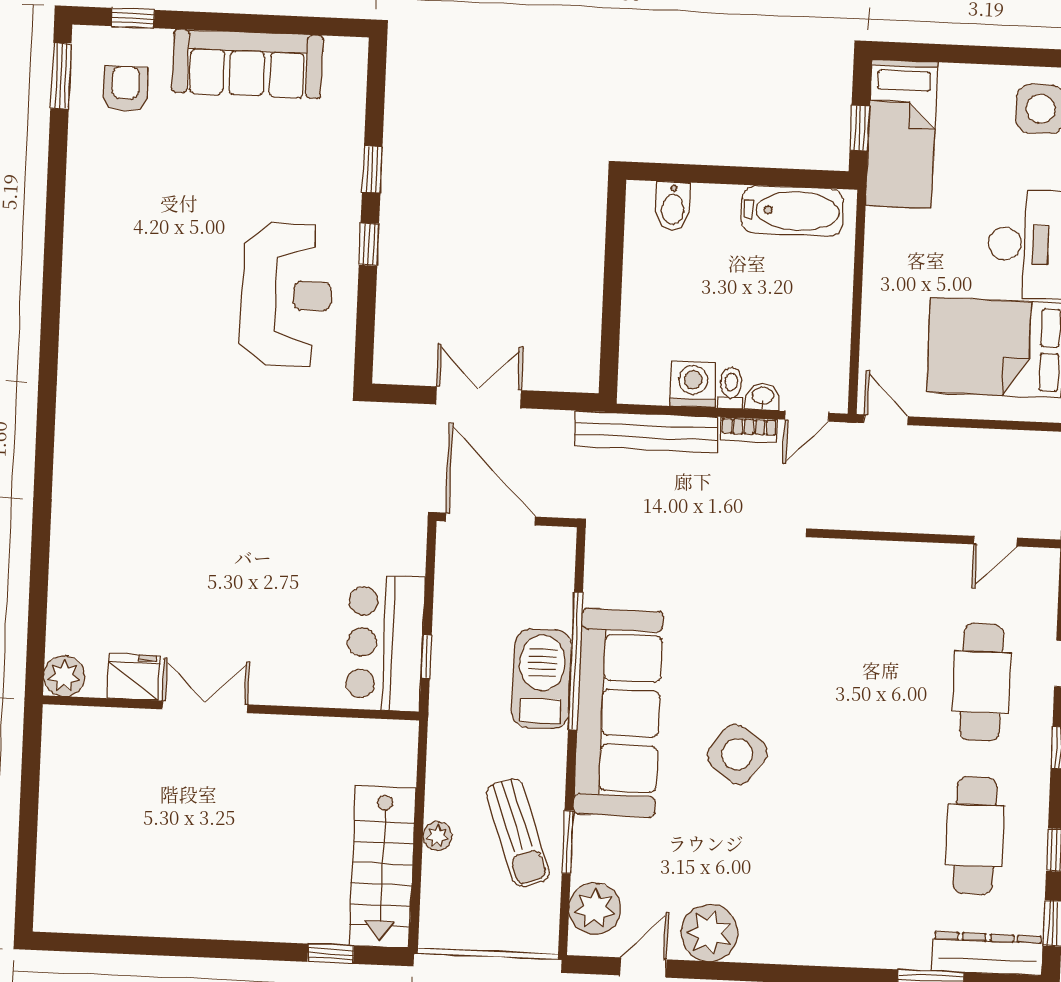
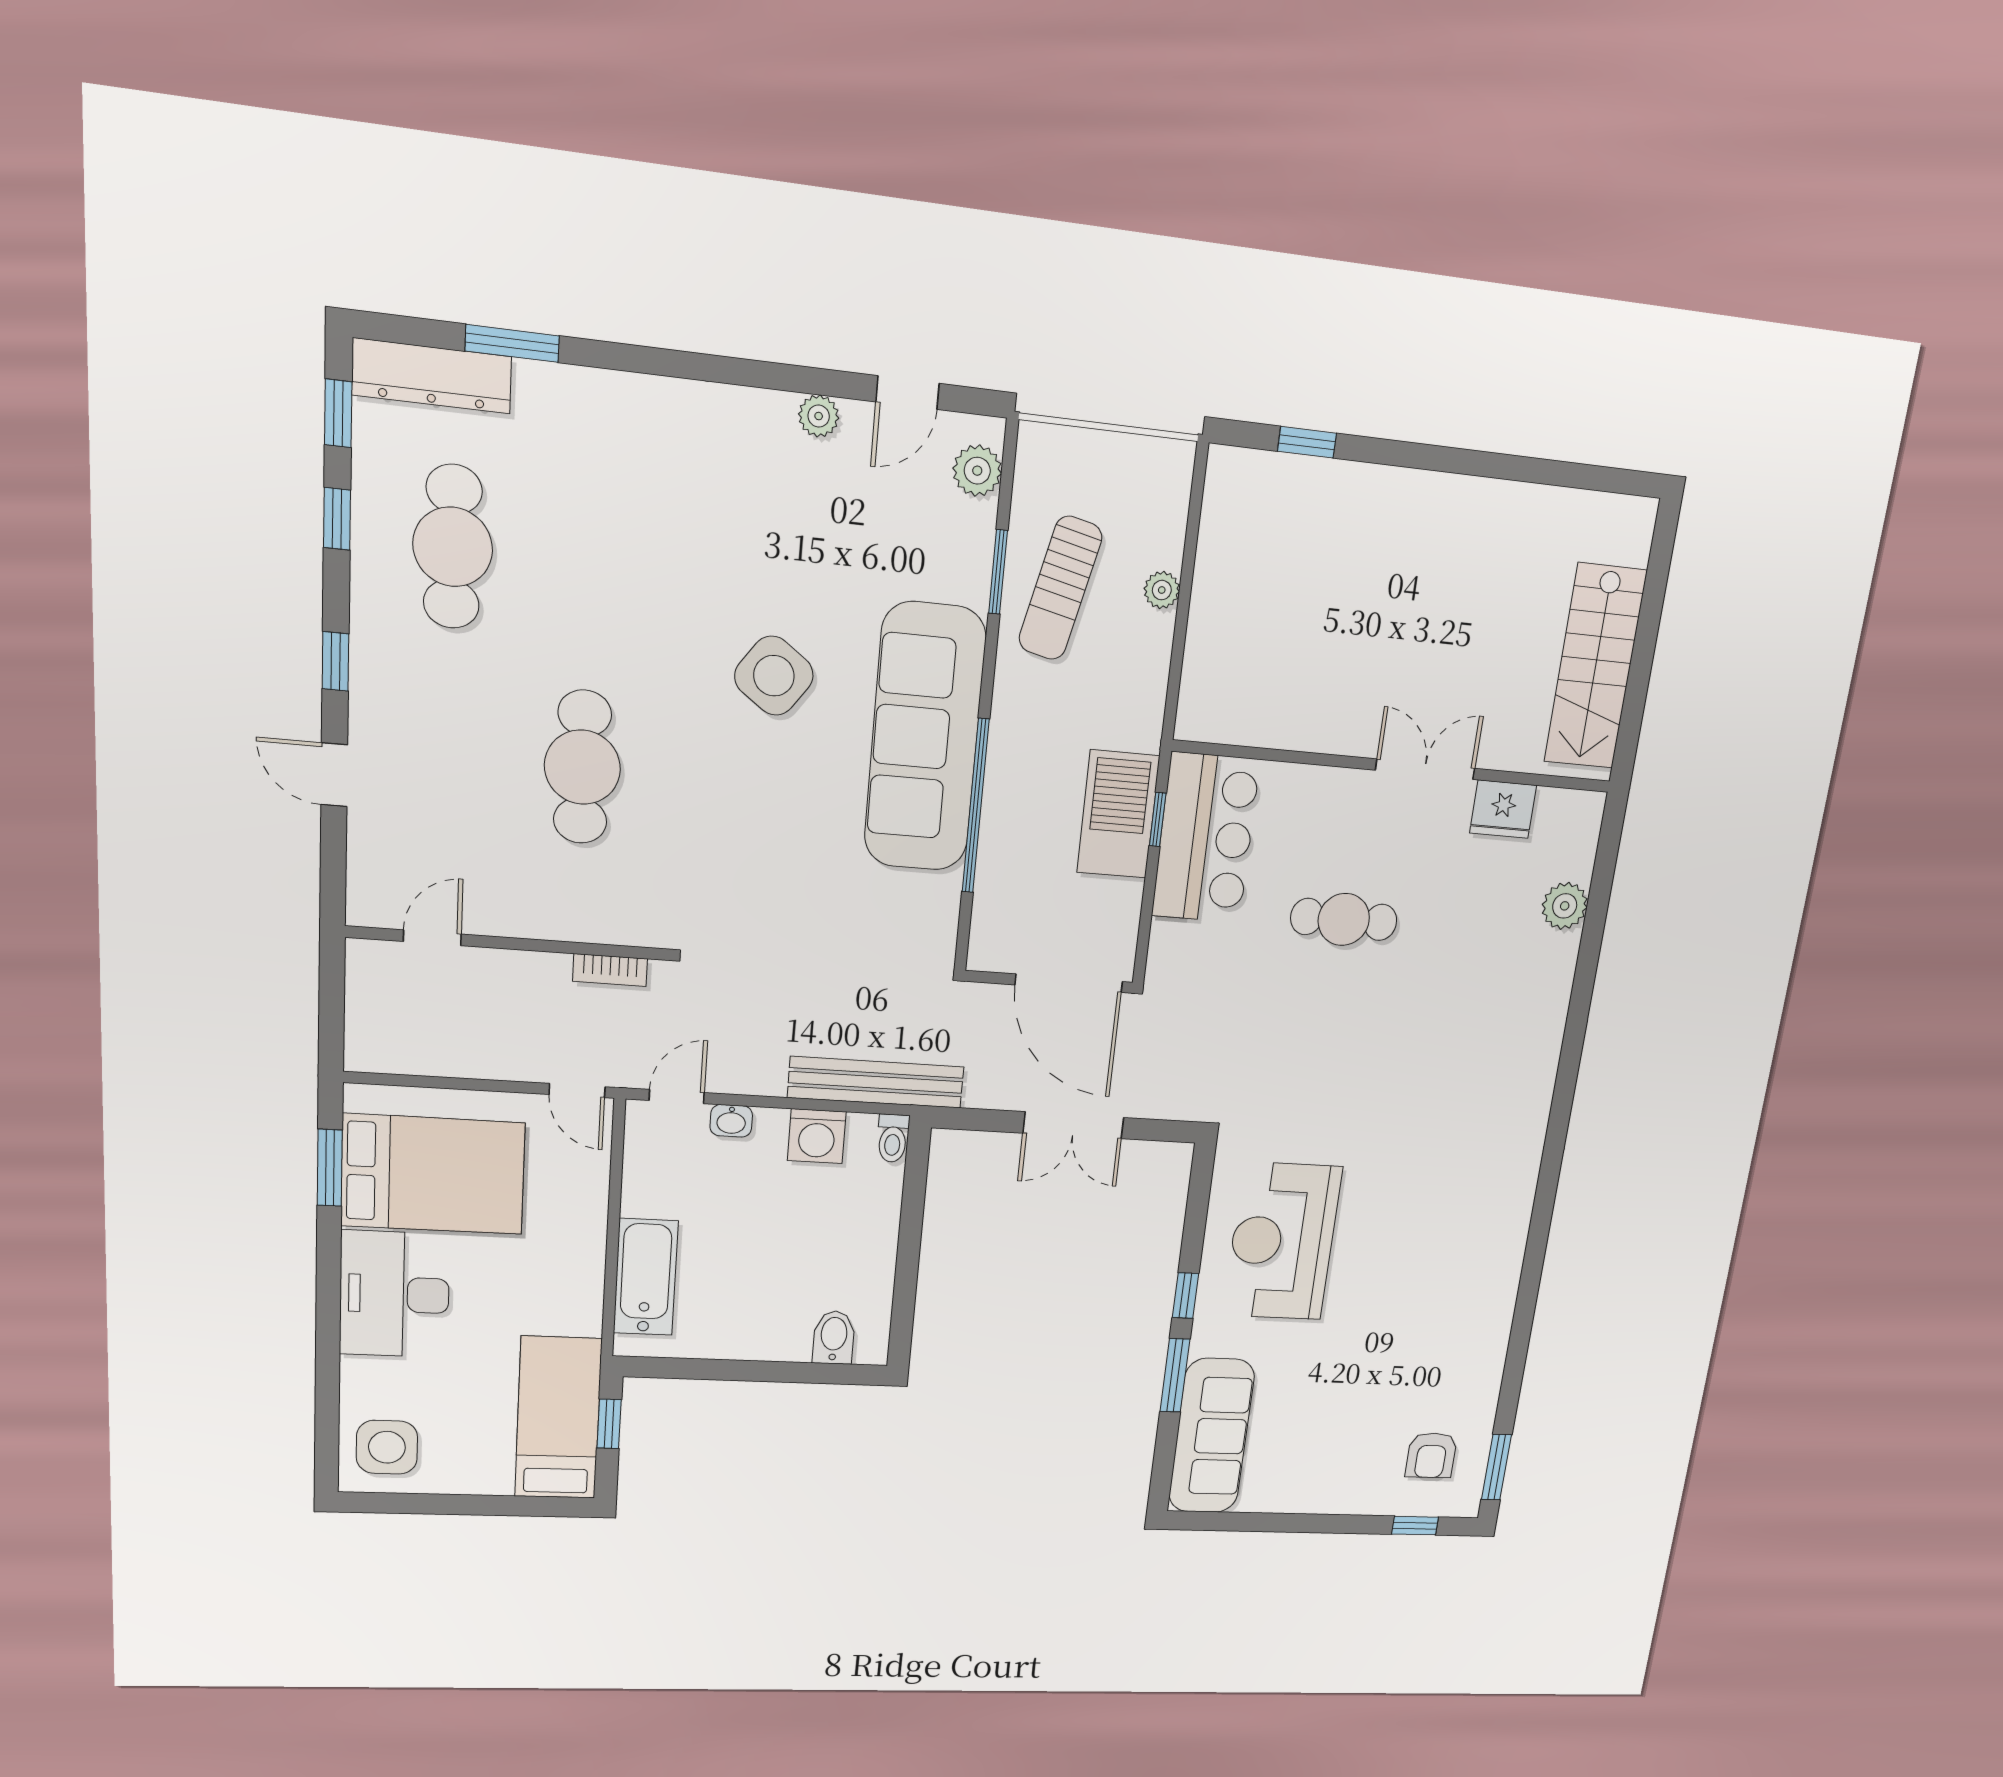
sofa: (247, 64) -> (1211, 1436), moved, turned 90
window: (372, 169) -> (1175, 1375), width x1.50
bathtub: (792, 211) -> (646, 1277), moved, turned 90
toilet: (731, 388) -> (893, 1138), moved
bookcase: (749, 430) -> (610, 970), moved, turned 180
cafe table: (261, 580) -> (1344, 919), added
plant: (64, 676) -> (1565, 906), moved
barbecue: (542, 679) -> (1118, 814), moved, turned 180
cafe table: (982, 682) -> (582, 767), moved
double door: (205, 707) -> (1425, 769), swing flipped
sun lounger: (518, 833) -> (1060, 588), turned -147
stairs: (382, 867) -> (1595, 667), moved, turned 180
plant: (595, 909) -> (977, 471), width x0.73, depth x0.73
plant: (709, 933) -> (819, 416), width x0.53, depth x0.53

